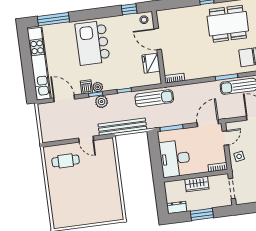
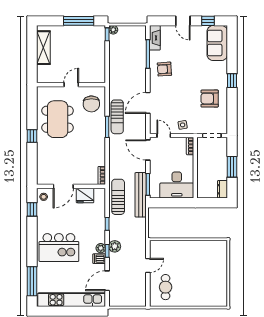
bench: (122, 127) -> (141, 195), moved
wardrobe: (197, 184) -> (203, 168), removed

